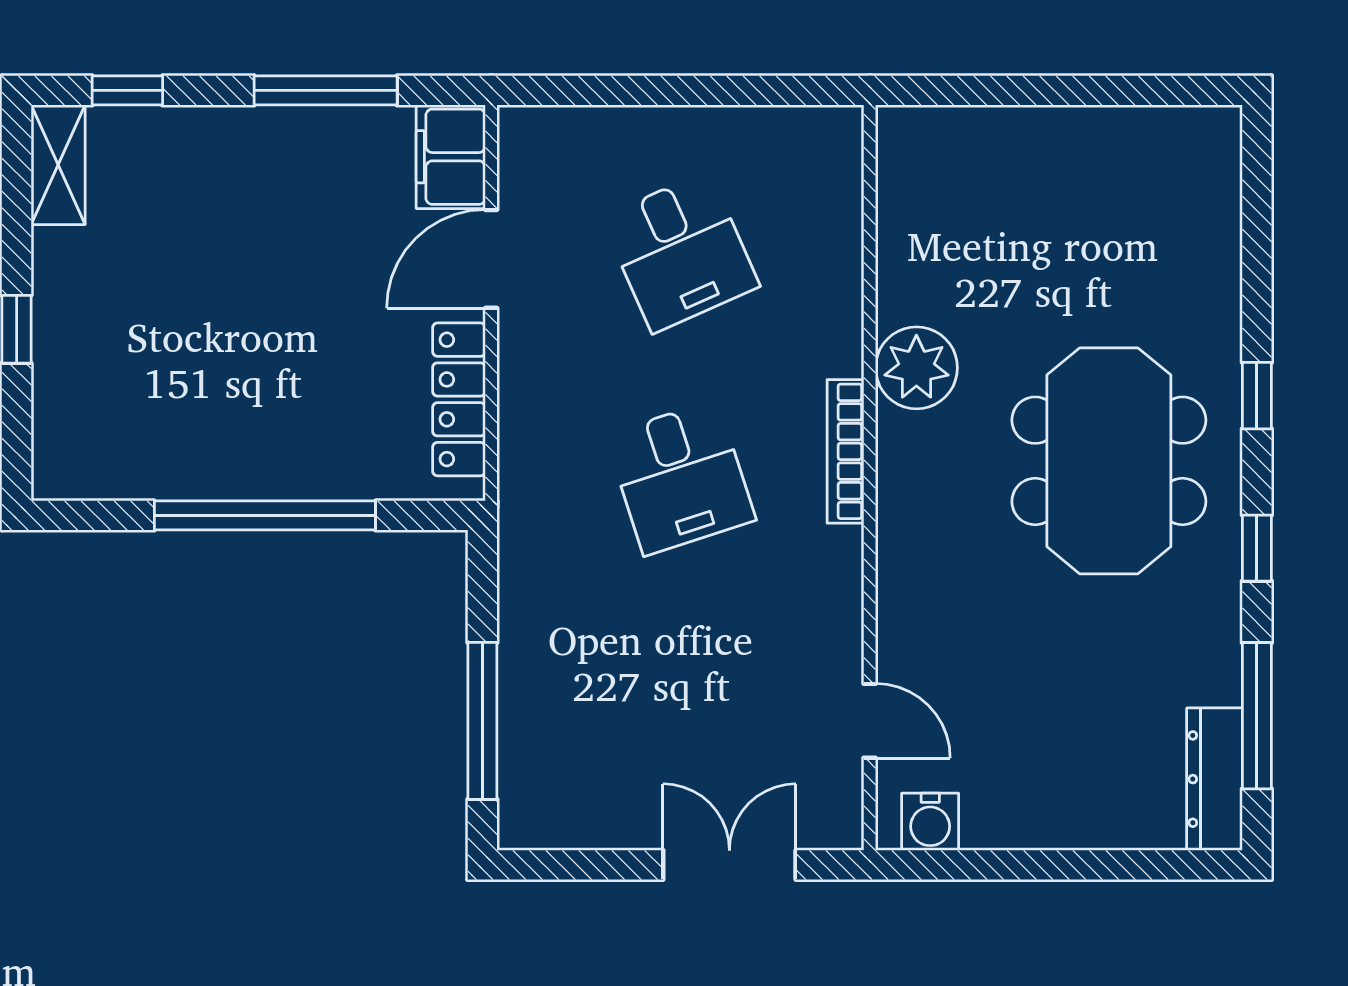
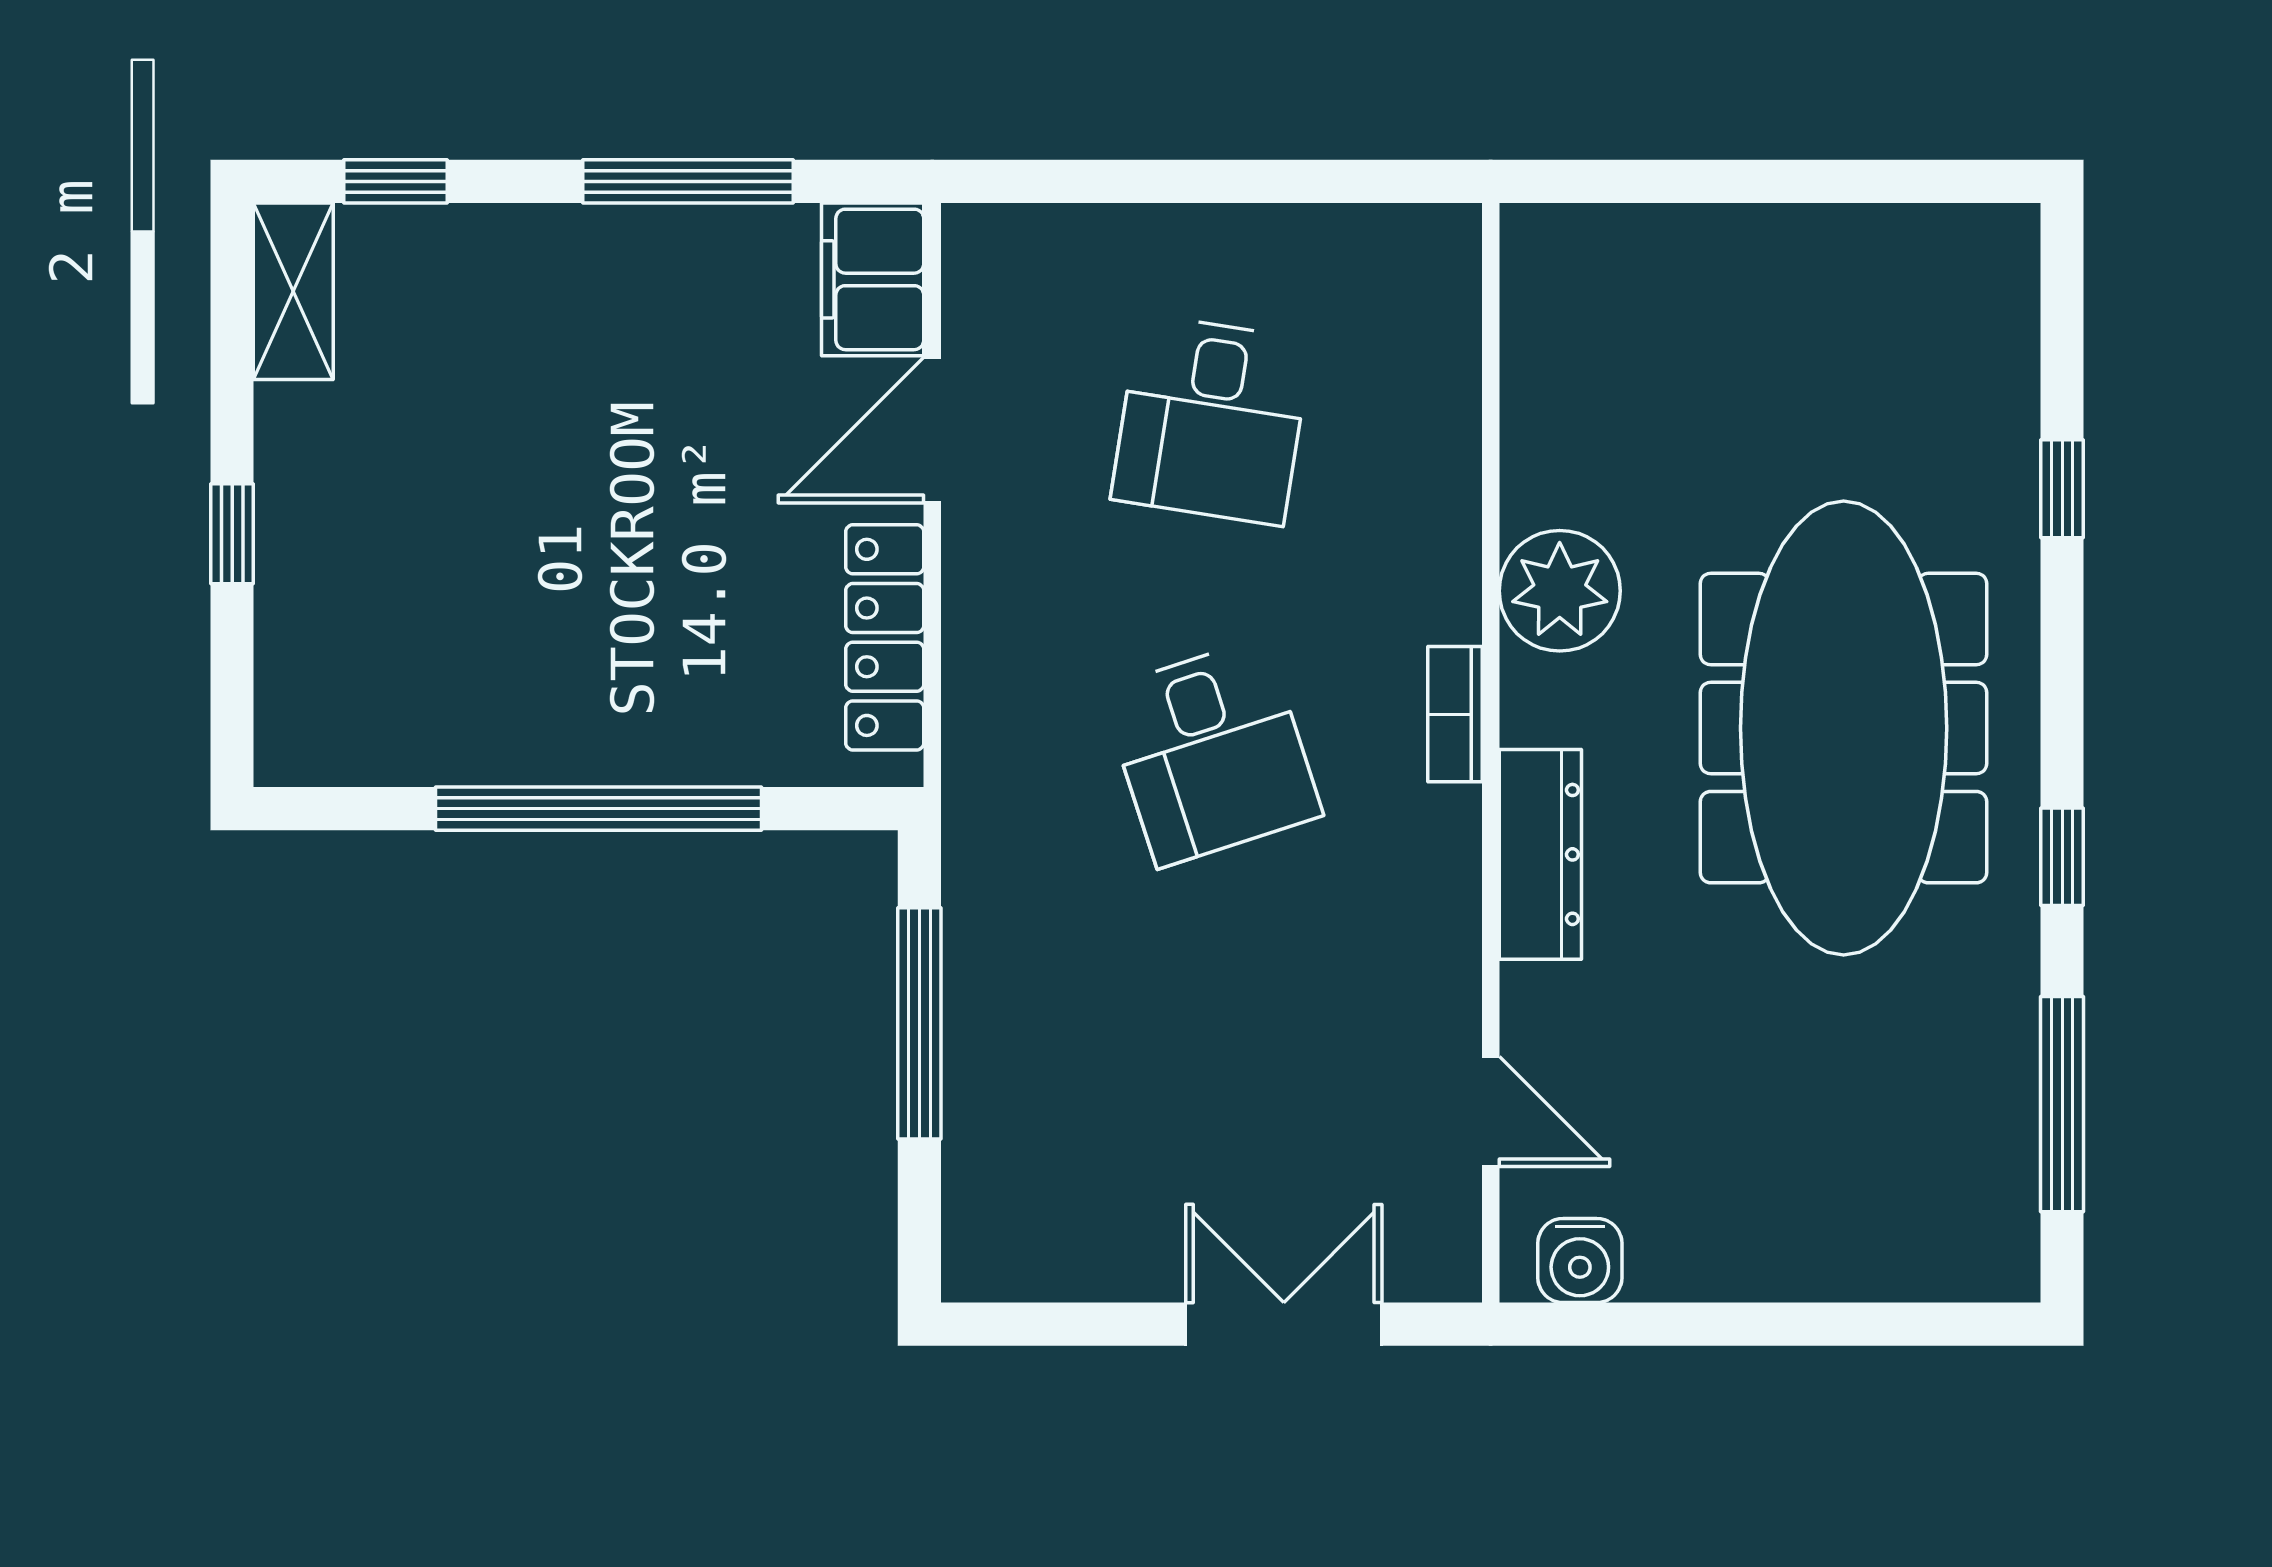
desk: (680, 252) -> (1211, 420), turned 33
window: (1257, 396) -> (2062, 489), moved
bookcase: (845, 451) -> (1455, 714), width x0.64
meeting table: (1109, 461) -> (1844, 728), width x1.36
window: (482, 721) -> (919, 1023), moved
dresser: (1215, 779) -> (1540, 854), moved, turned 180

